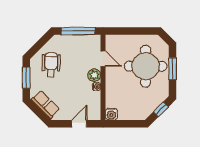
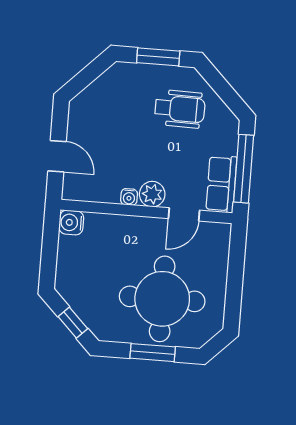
row of seats: (45, 104) -> (221, 184), moved, turned 135

